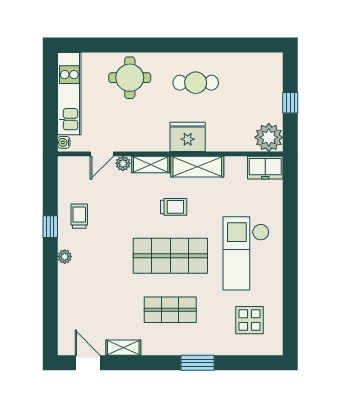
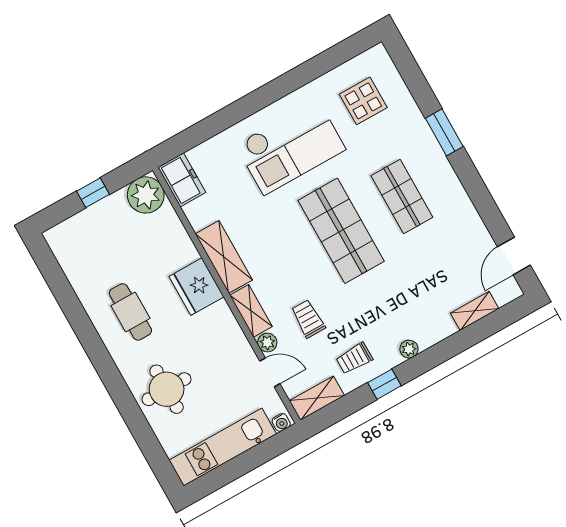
shelving: (67, 176) -> (317, 398), added
trolley: (174, 207) -> (308, 319), moved
shelving: (123, 348) -> (475, 311), moved, turned 90

